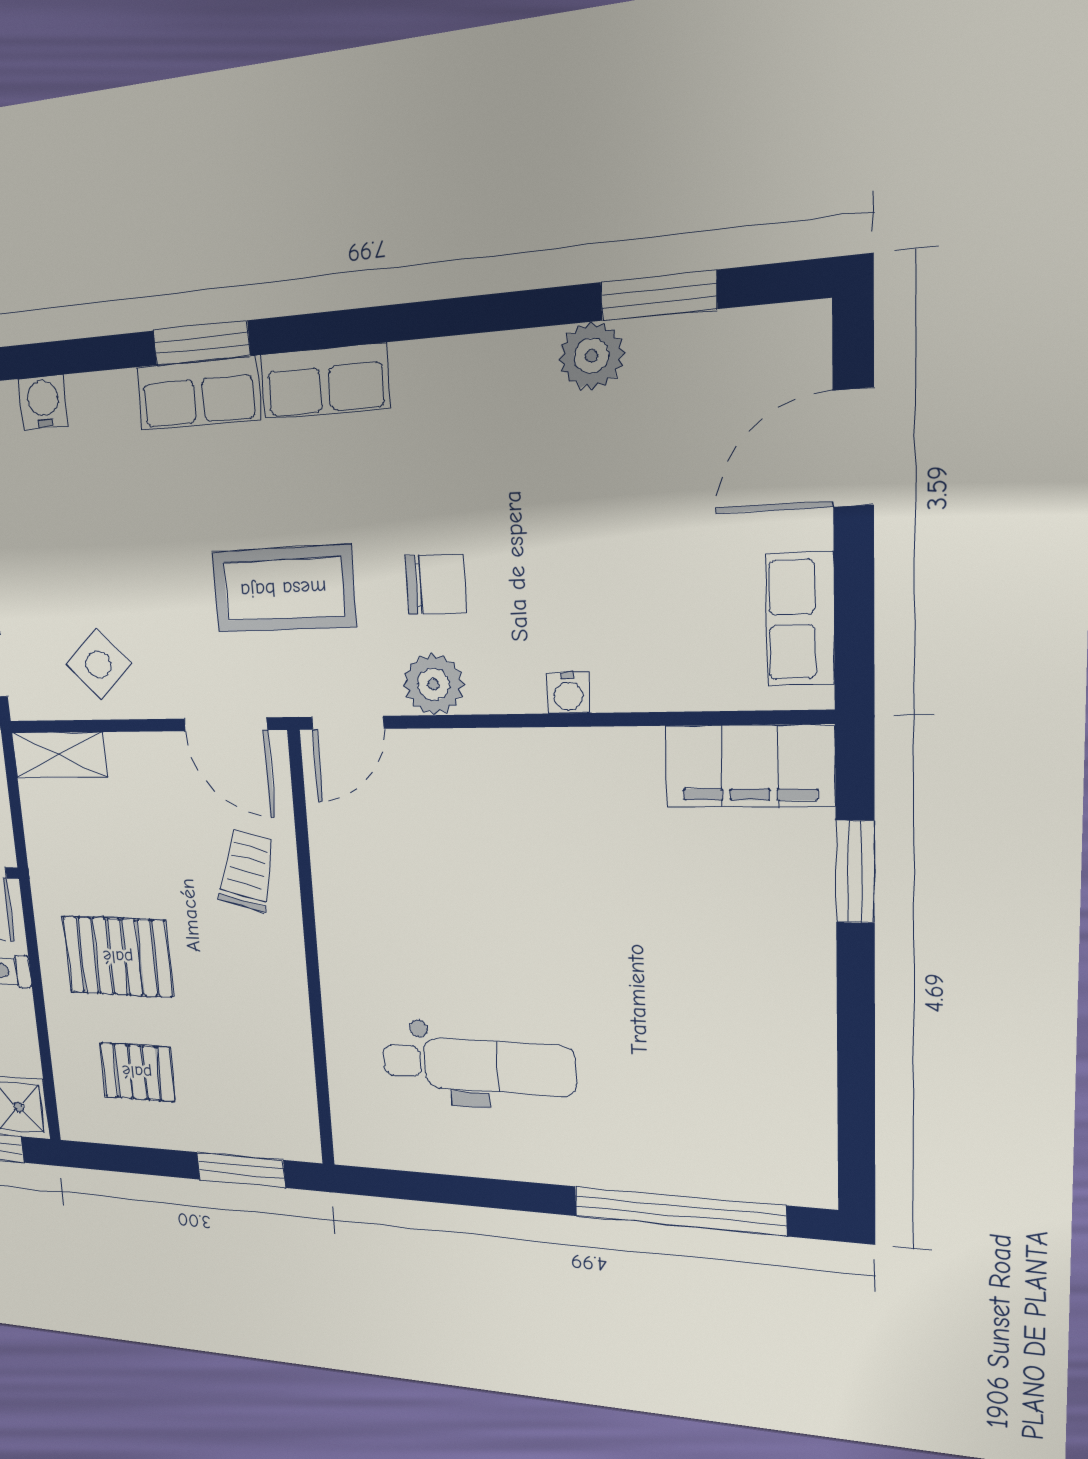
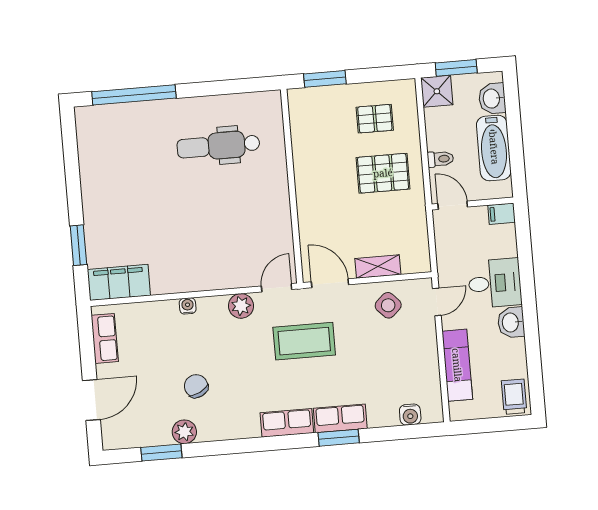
chair: (436, 584) -> (196, 386), moved, turned 63
shelving: (59, 755) -> (378, 266), moved
trolley: (247, 870) -> (321, 220), removed

